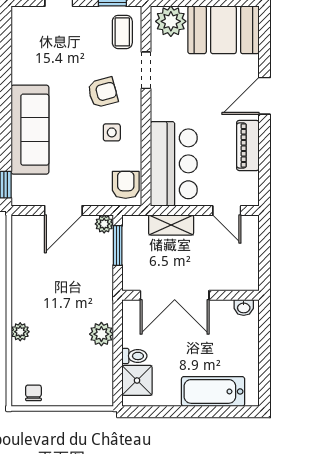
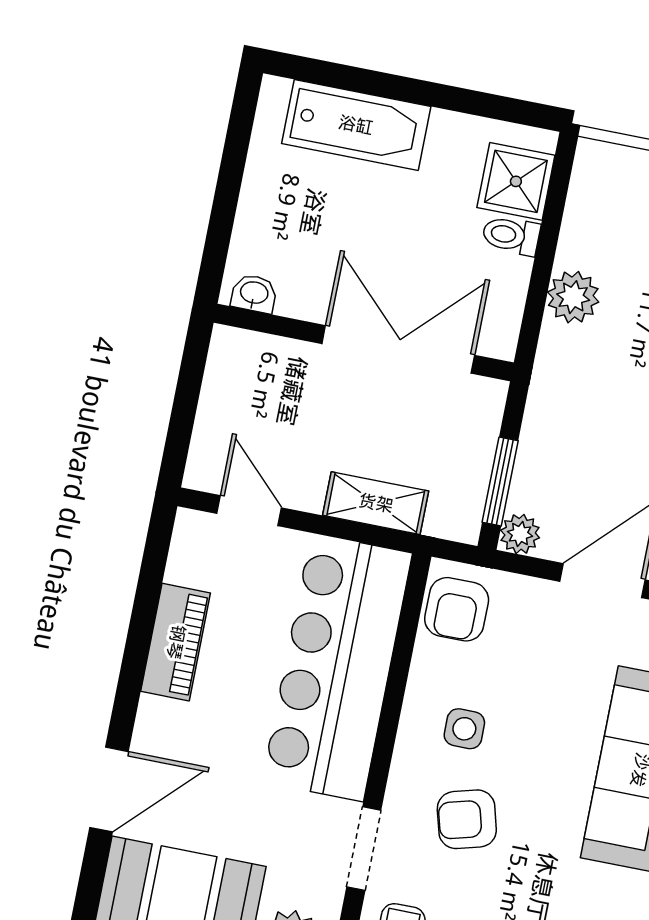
door: (264, 96) -> (109, 789), moved
bar counter: (174, 164) -> (337, 667), width x1.36

